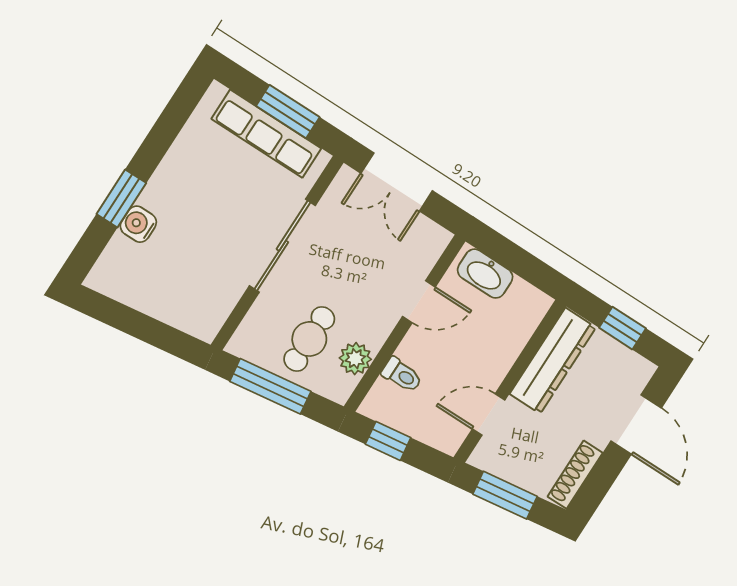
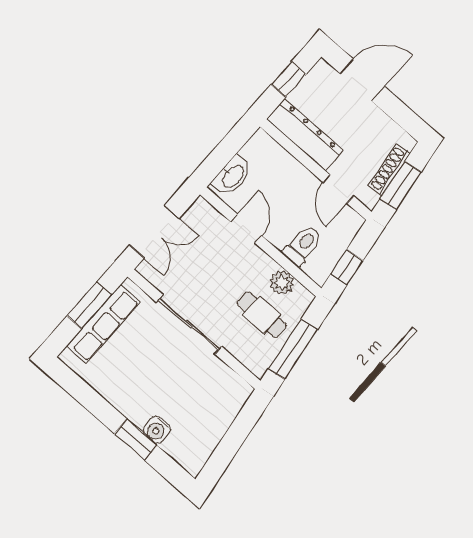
toilet: (402, 375) -> (303, 245), width x1.37, depth x1.39
shoe rack: (575, 475) -> (389, 170), moved, turned 82

